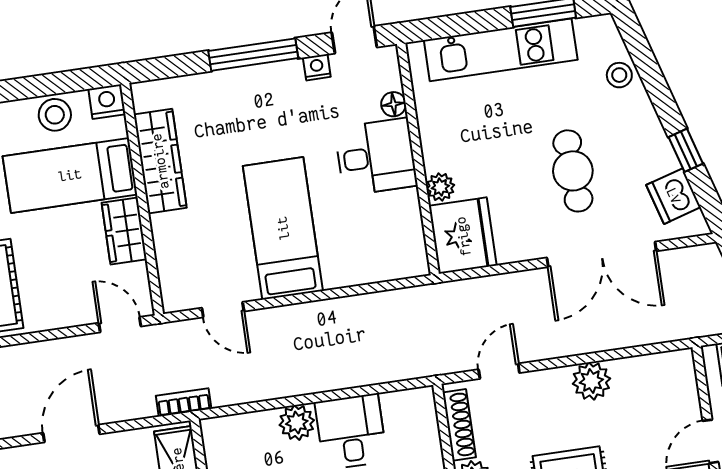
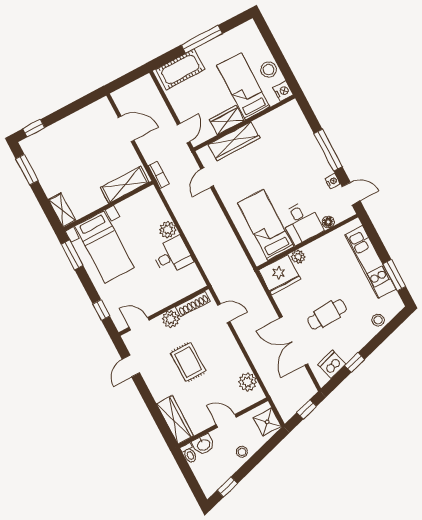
wardrobe: (160, 161) -> (234, 141), moved
bed: (283, 228) -> (266, 225), moved, turned -90
plant: (591, 381) -> (248, 382), moved

